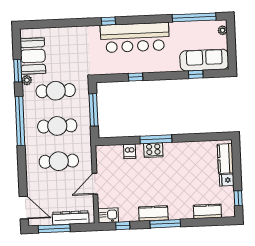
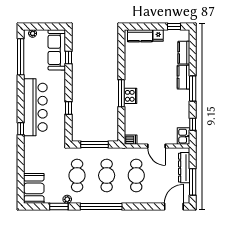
booth: (33, 56) -> (34, 188), moved, turned 90
dishwasher: (130, 151) -> (131, 140), moved
kitchen counter: (153, 213) -> (183, 77), moved

